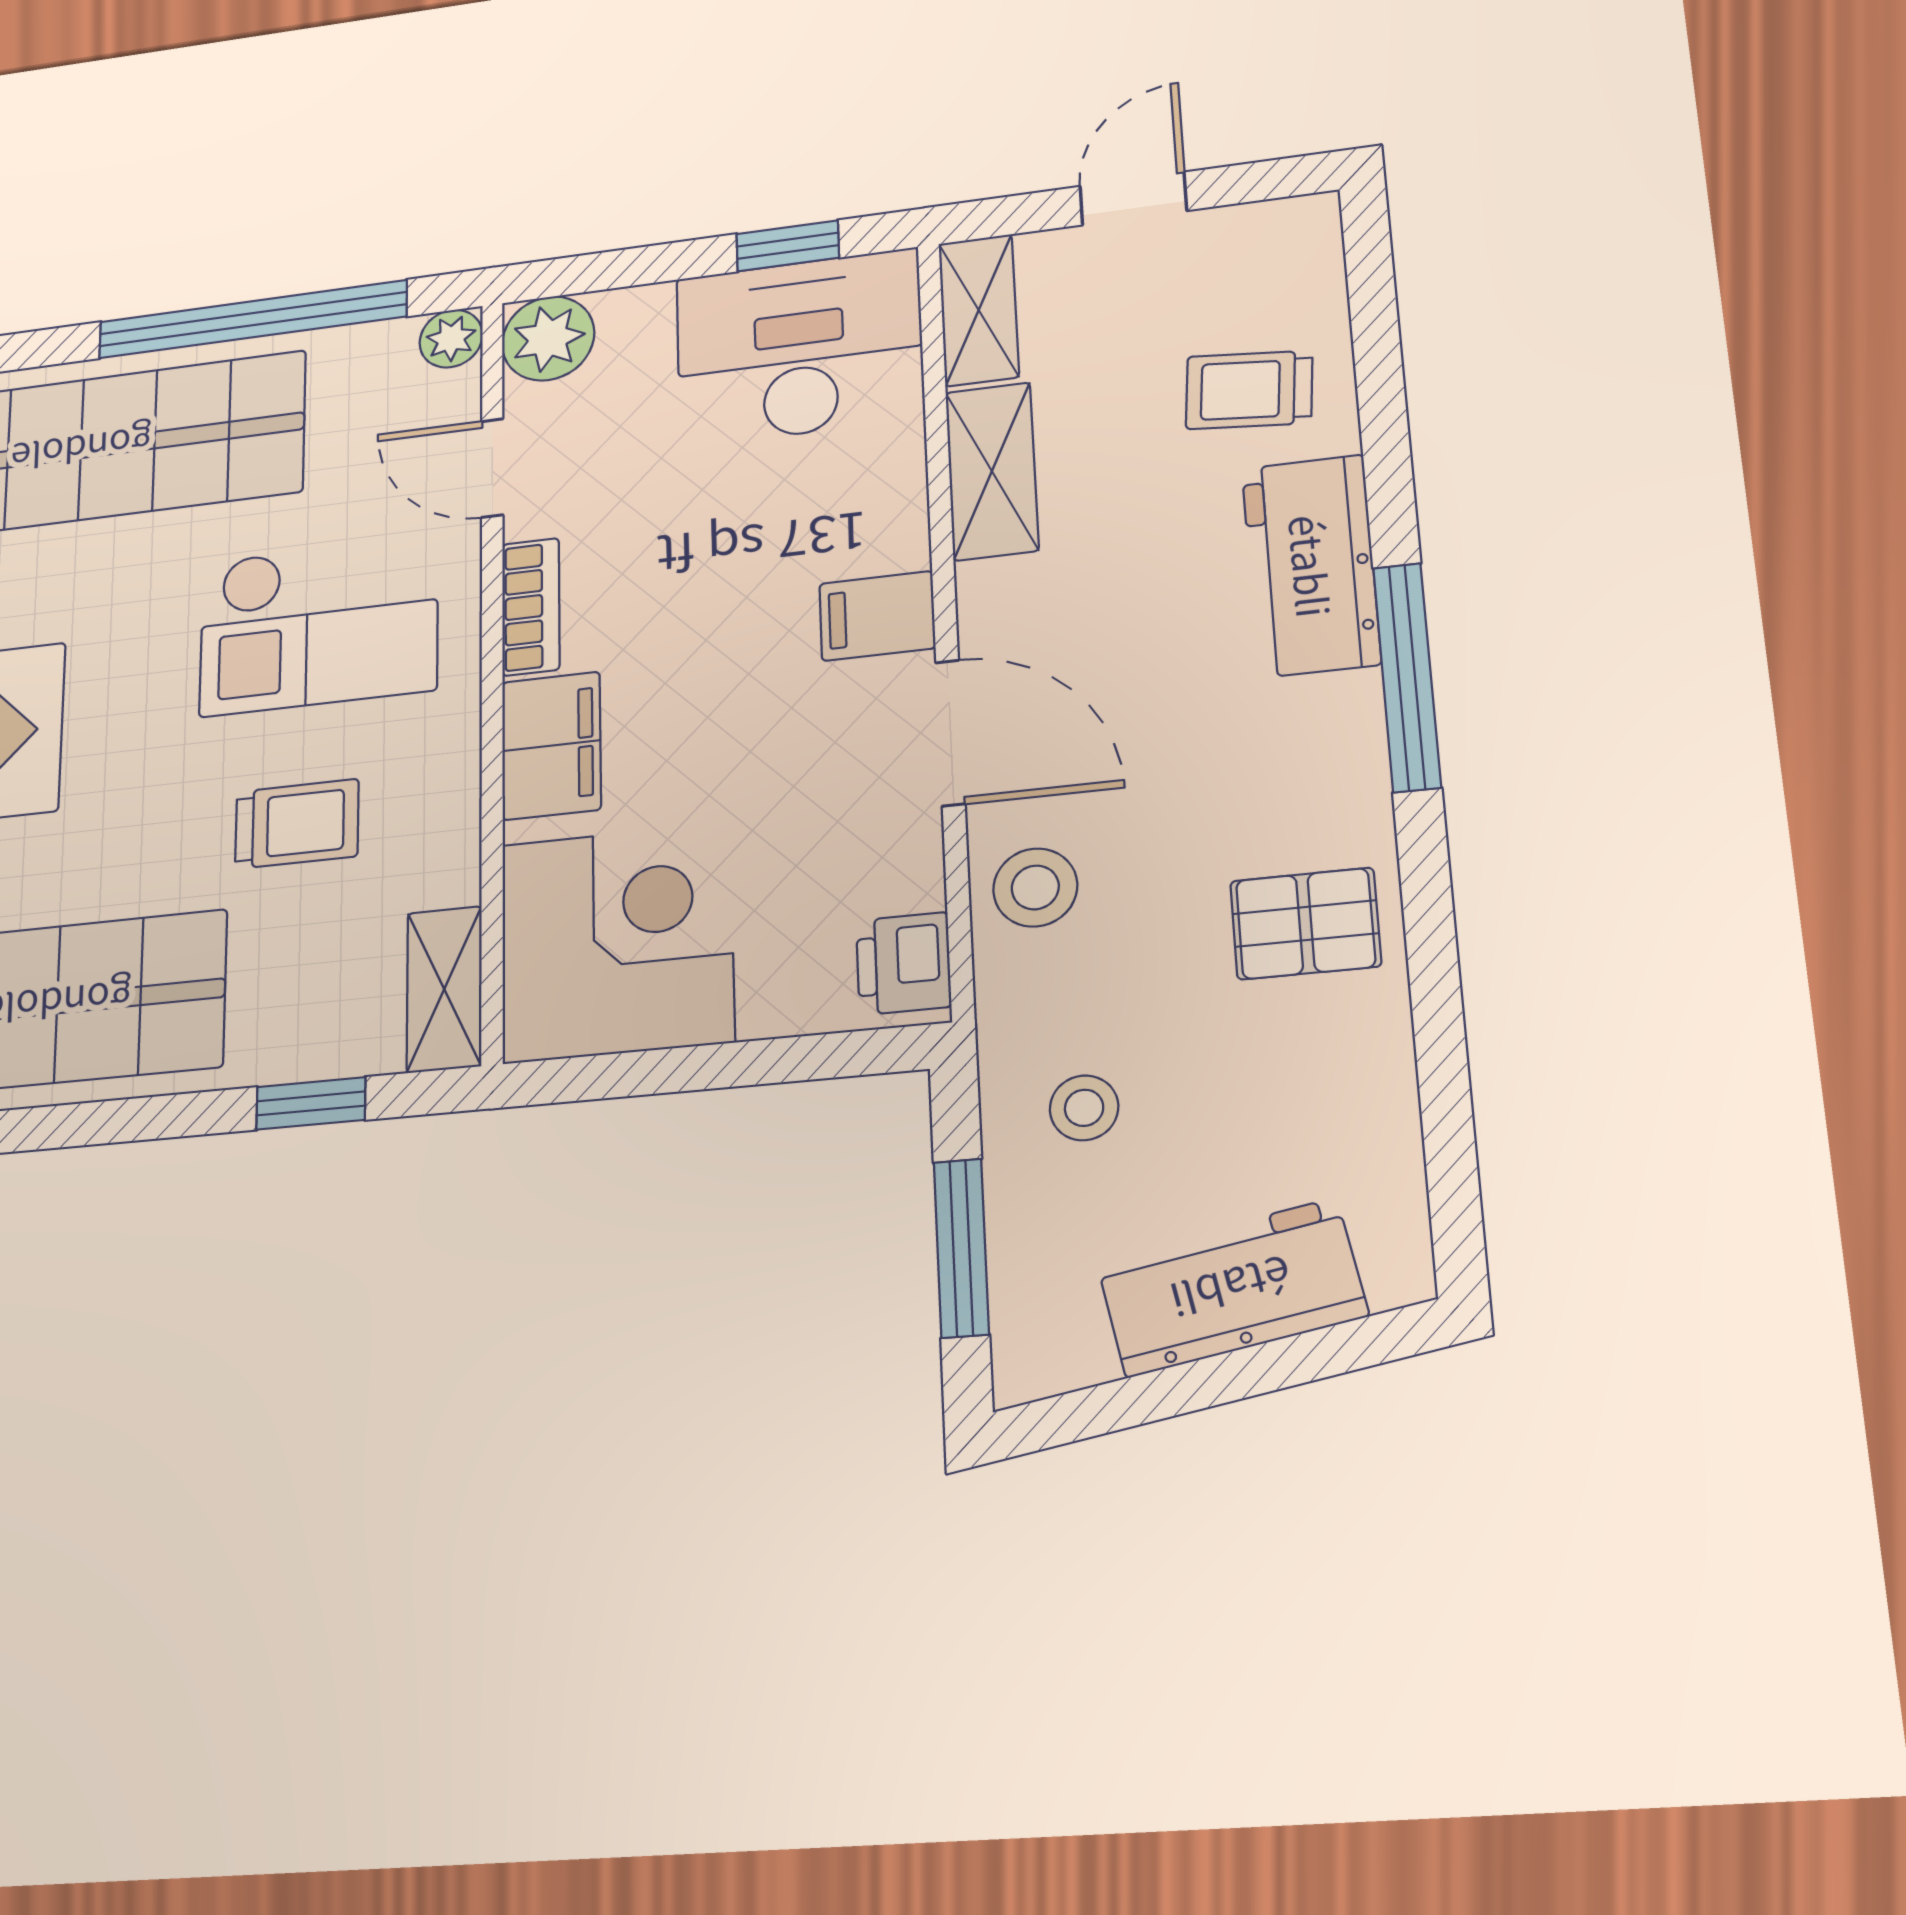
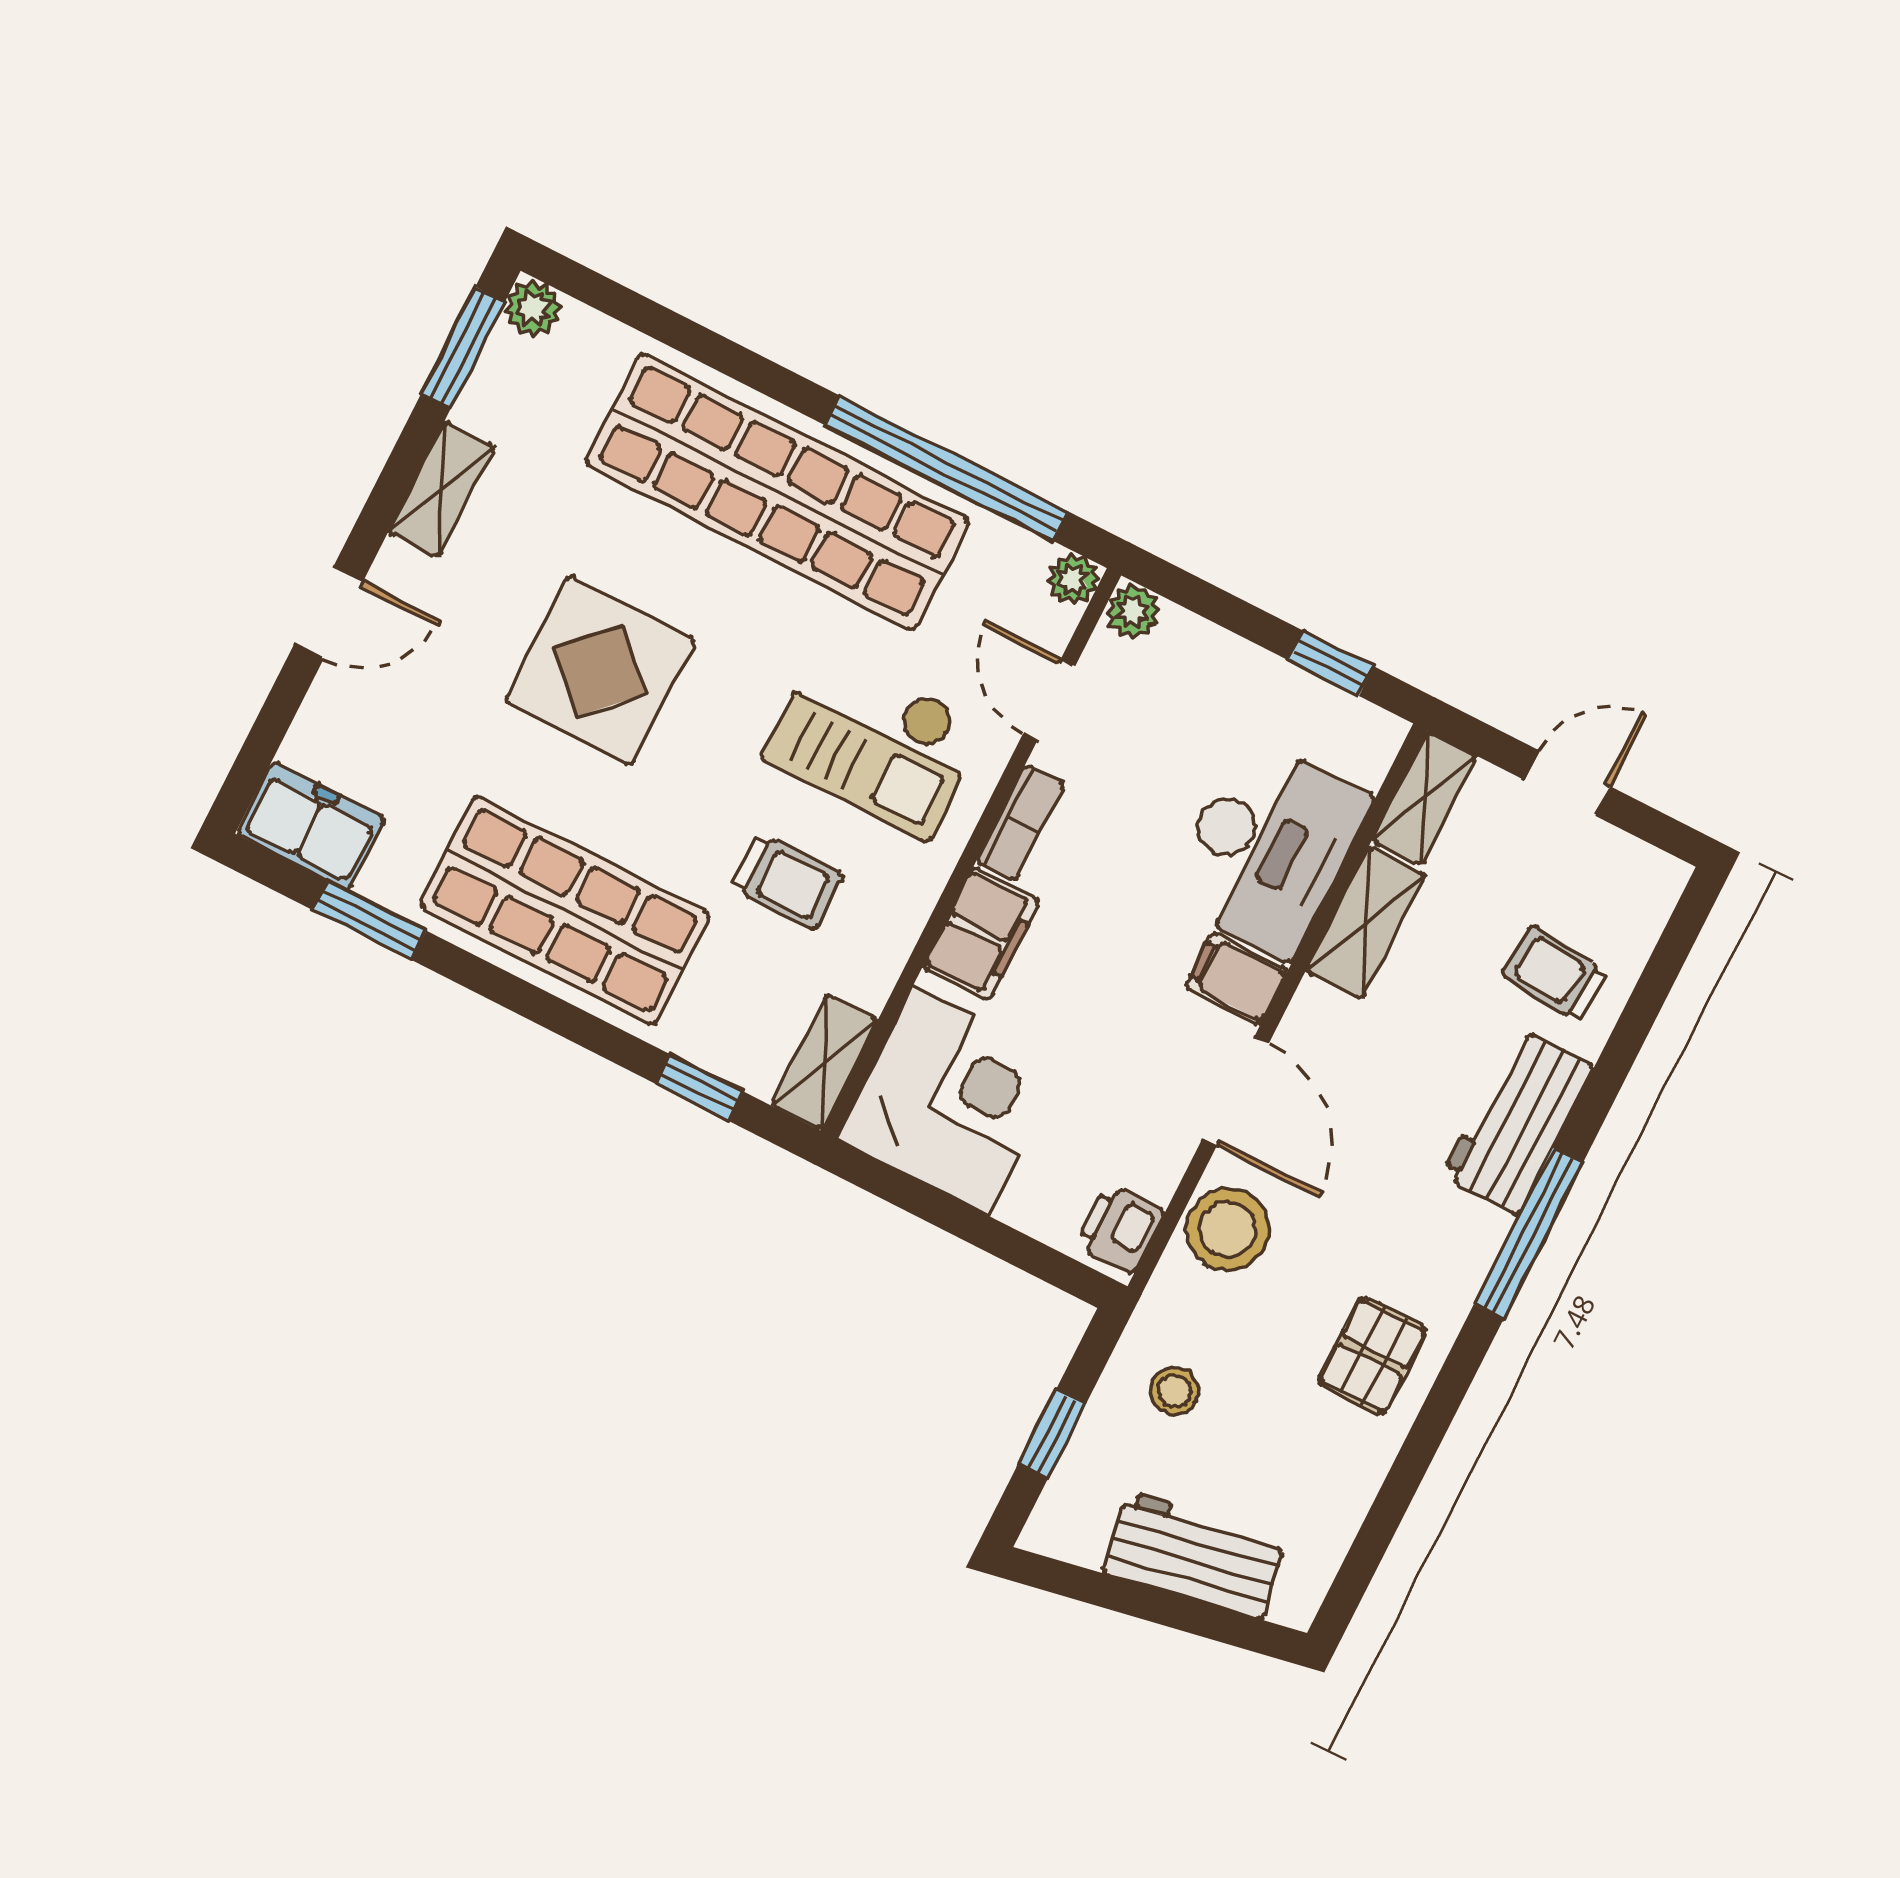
plant: (548, 338) -> (1133, 611), width x0.73, depth x0.73
desk: (799, 348) -> (1268, 847), moved, turned 90
stool: (1035, 887) -> (1228, 1229), width x1.38, depth x1.38
pallet: (1305, 924) -> (1372, 1356), turned 90
window: (961, 1248) -> (1052, 1434), width x0.67

